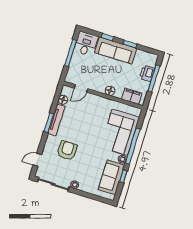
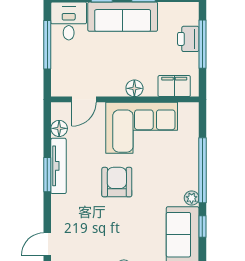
corner sofa: (120, 132) -> (142, 128), moved, turned -90
armchair: (67, 150) -> (117, 182), moved

